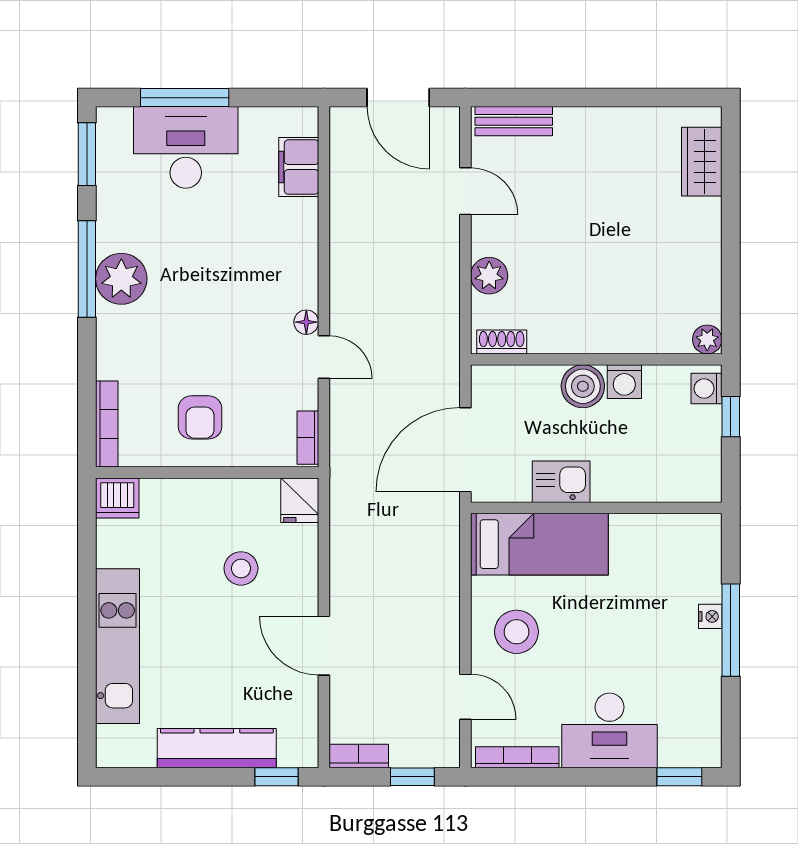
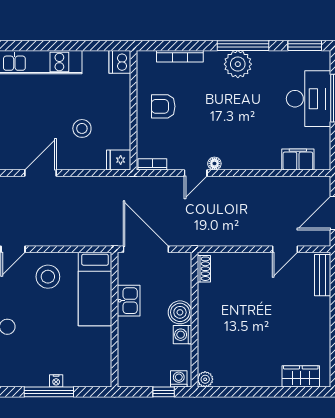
plant: (489, 276) -> (239, 262), removed
bookcase: (107, 424) -> (180, 56), moved

